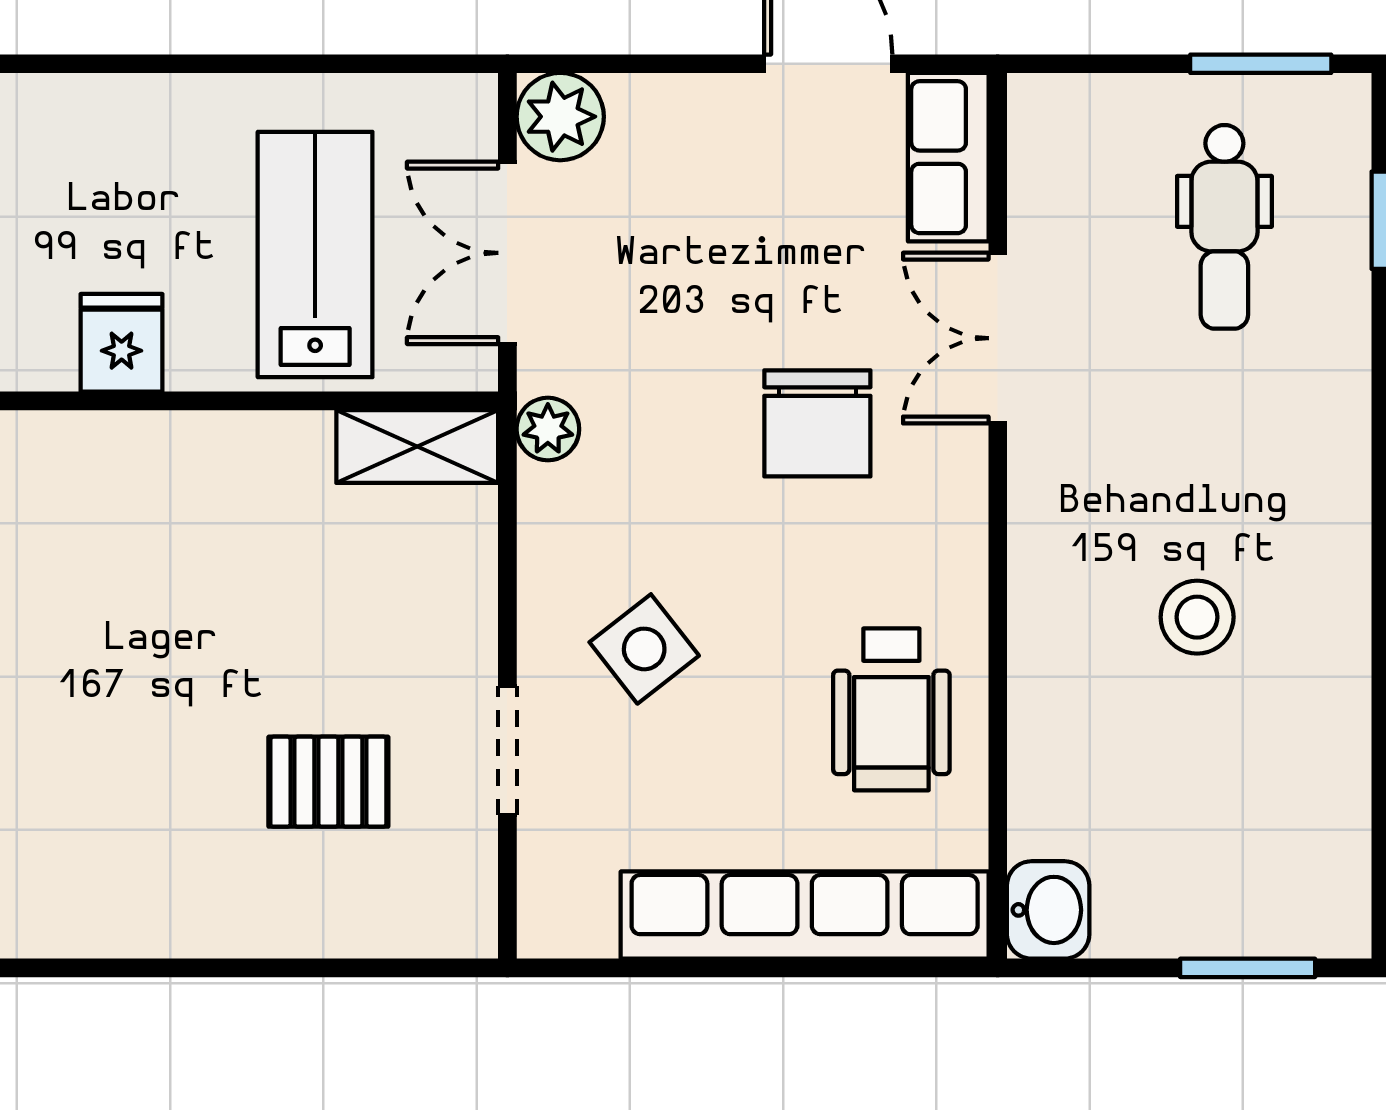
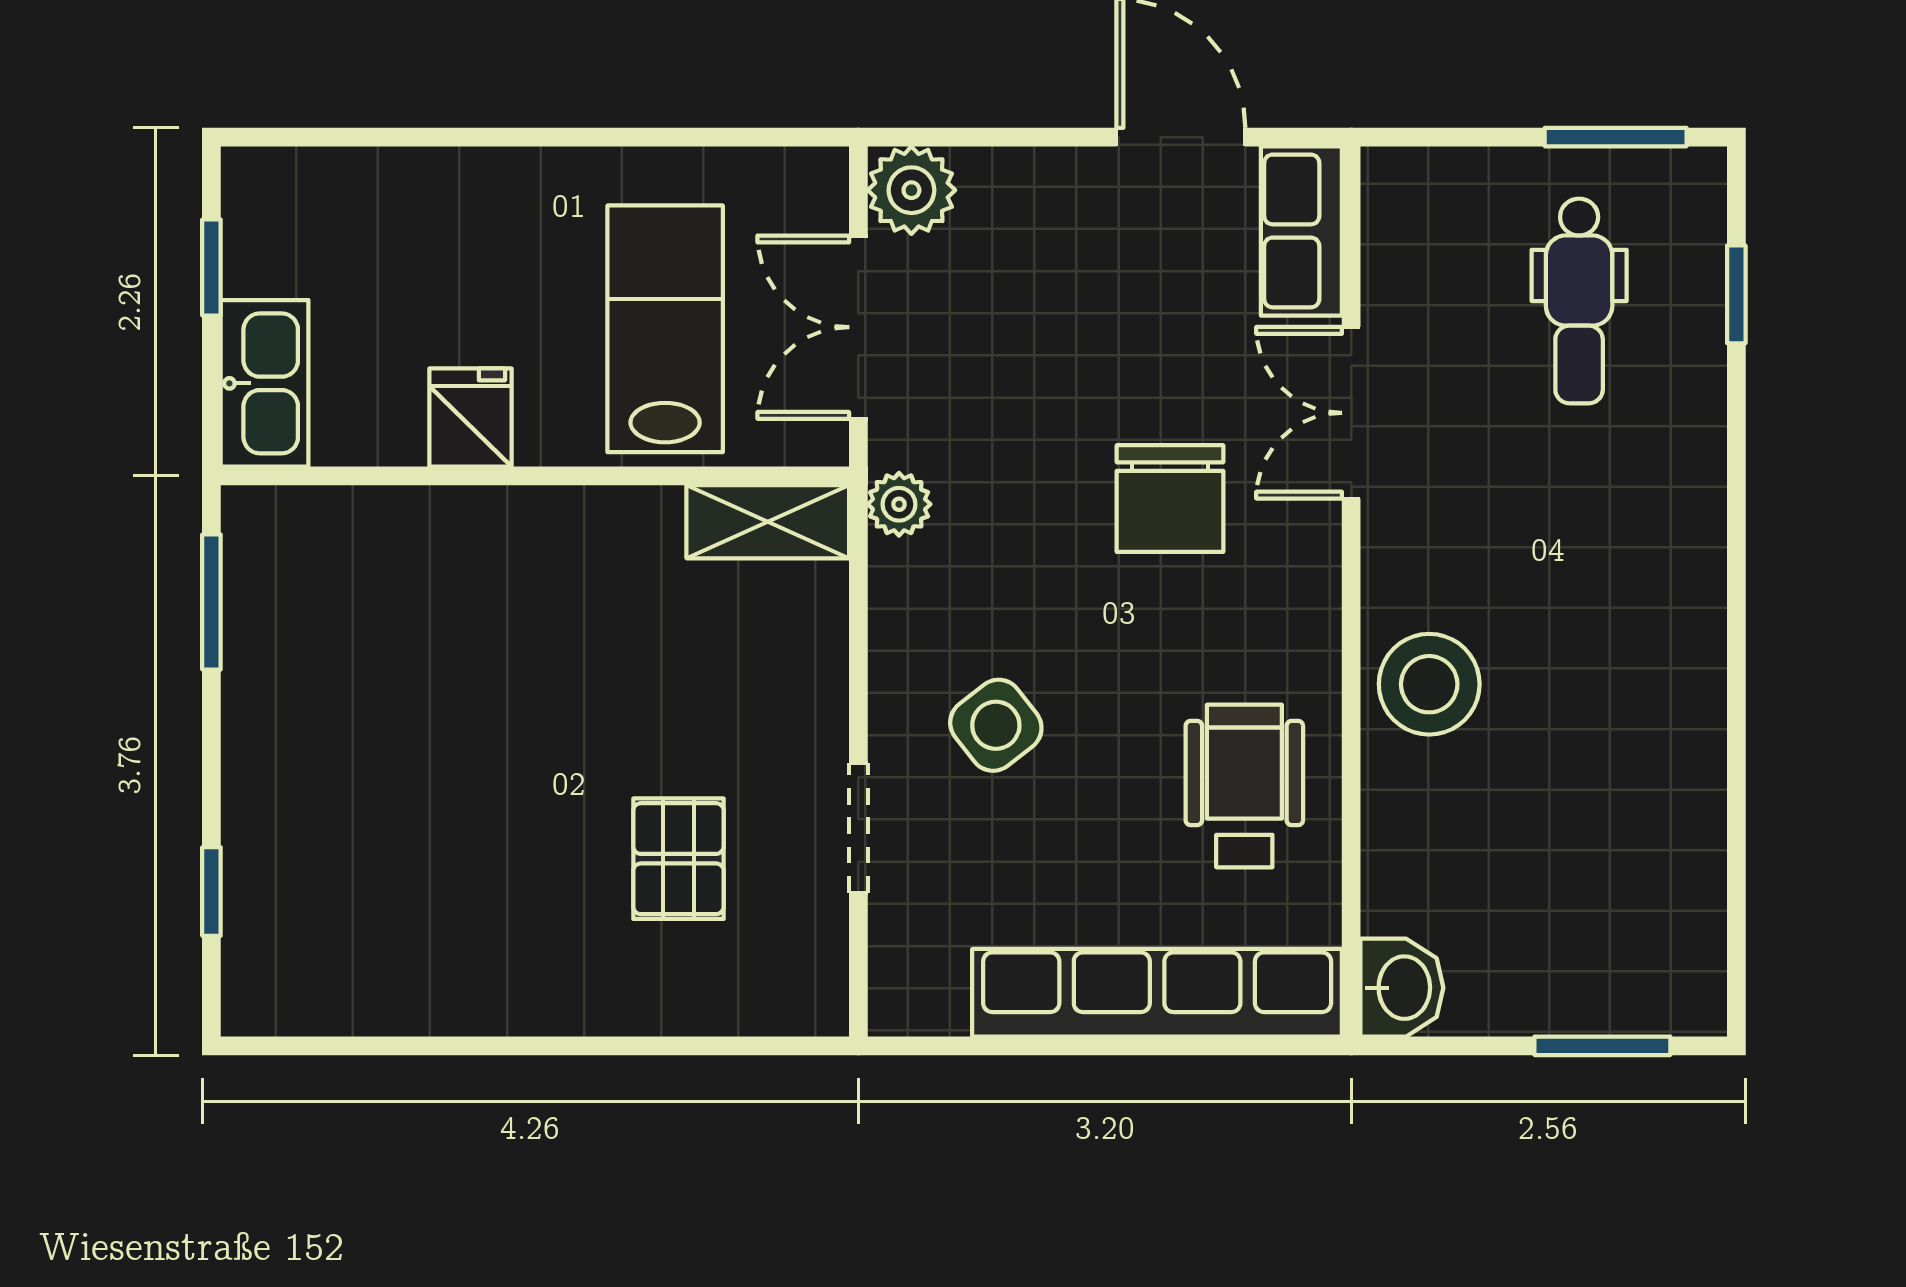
stool: (1197, 617) -> (1429, 684), moved, width x1.38, depth x1.38
wheelchair: (891, 709) -> (1244, 786), turned 180
pallet: (328, 782) -> (678, 859), turned 90

